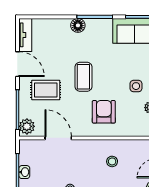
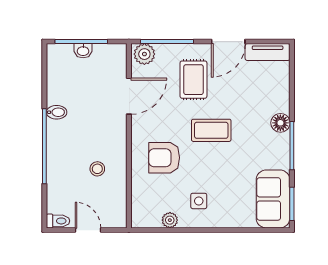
armchair: (104, 112) -> (164, 158), turned 180

